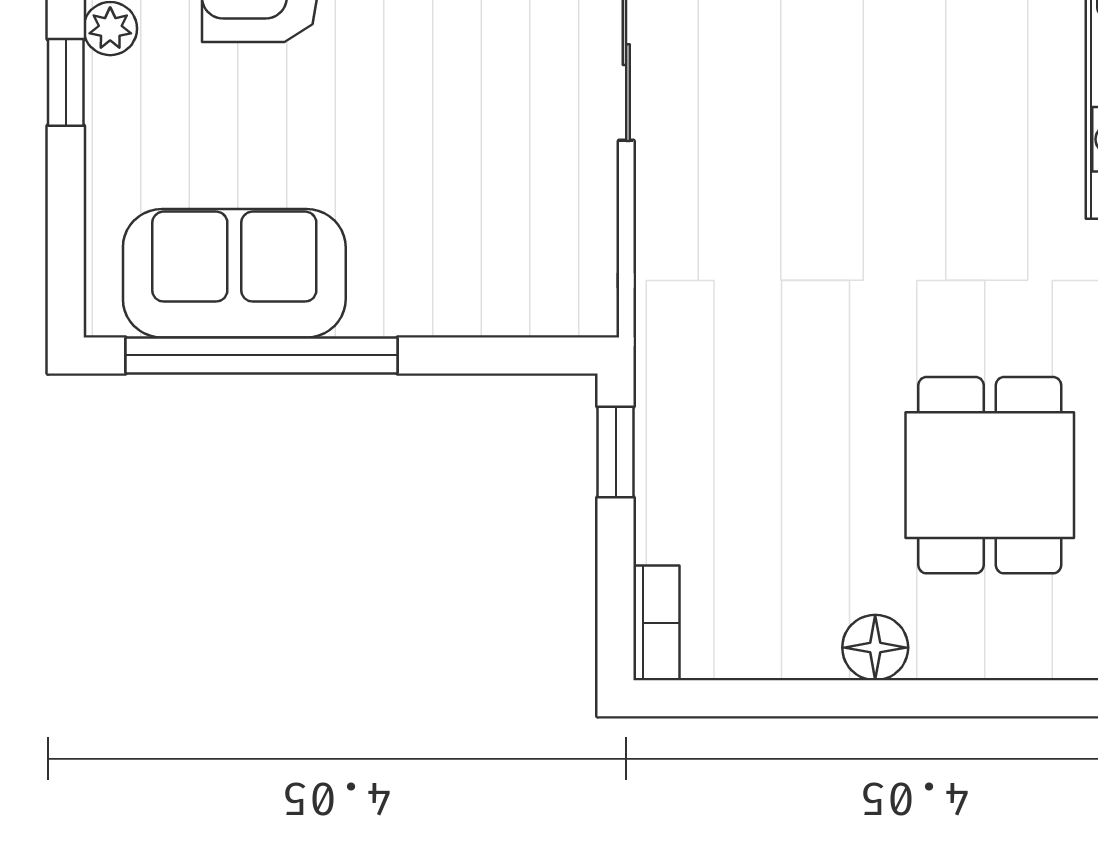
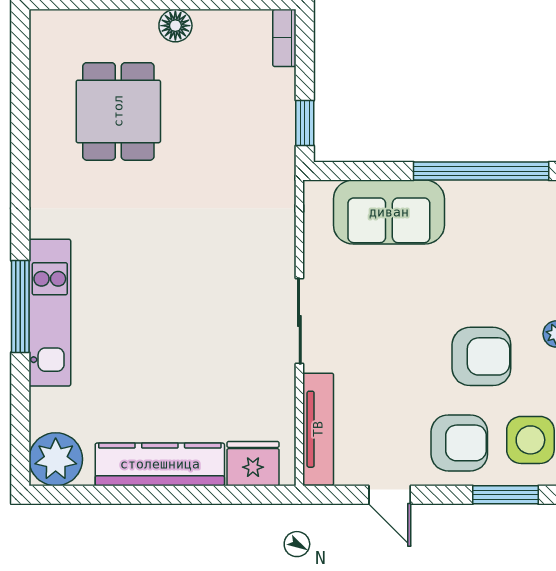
sofa: (234, 273) -> (389, 212), moved

